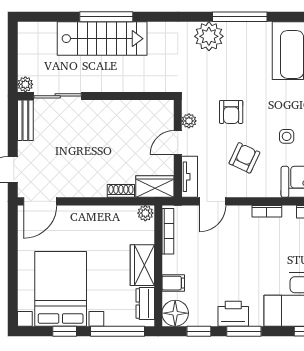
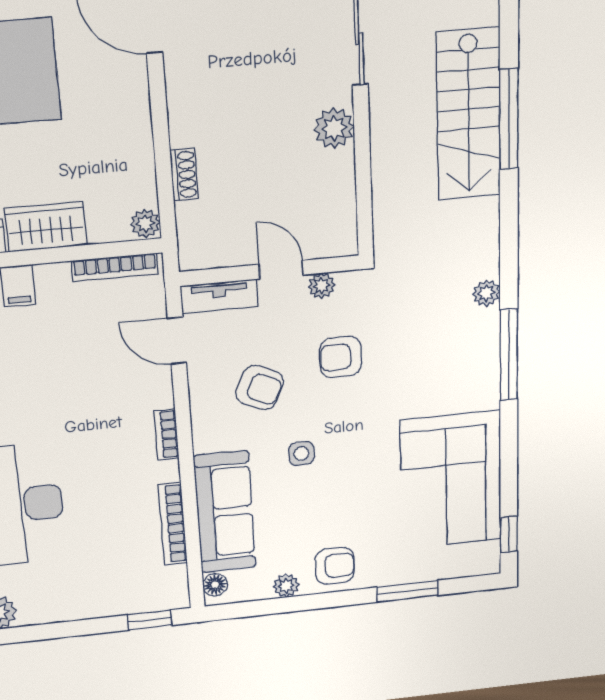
plant: (209, 36) -> (486, 293), width x0.53, depth x0.53
plant: (103, 111) -> (334, 128), added
wardrobe: (155, 186) -> (197, 236), removed

